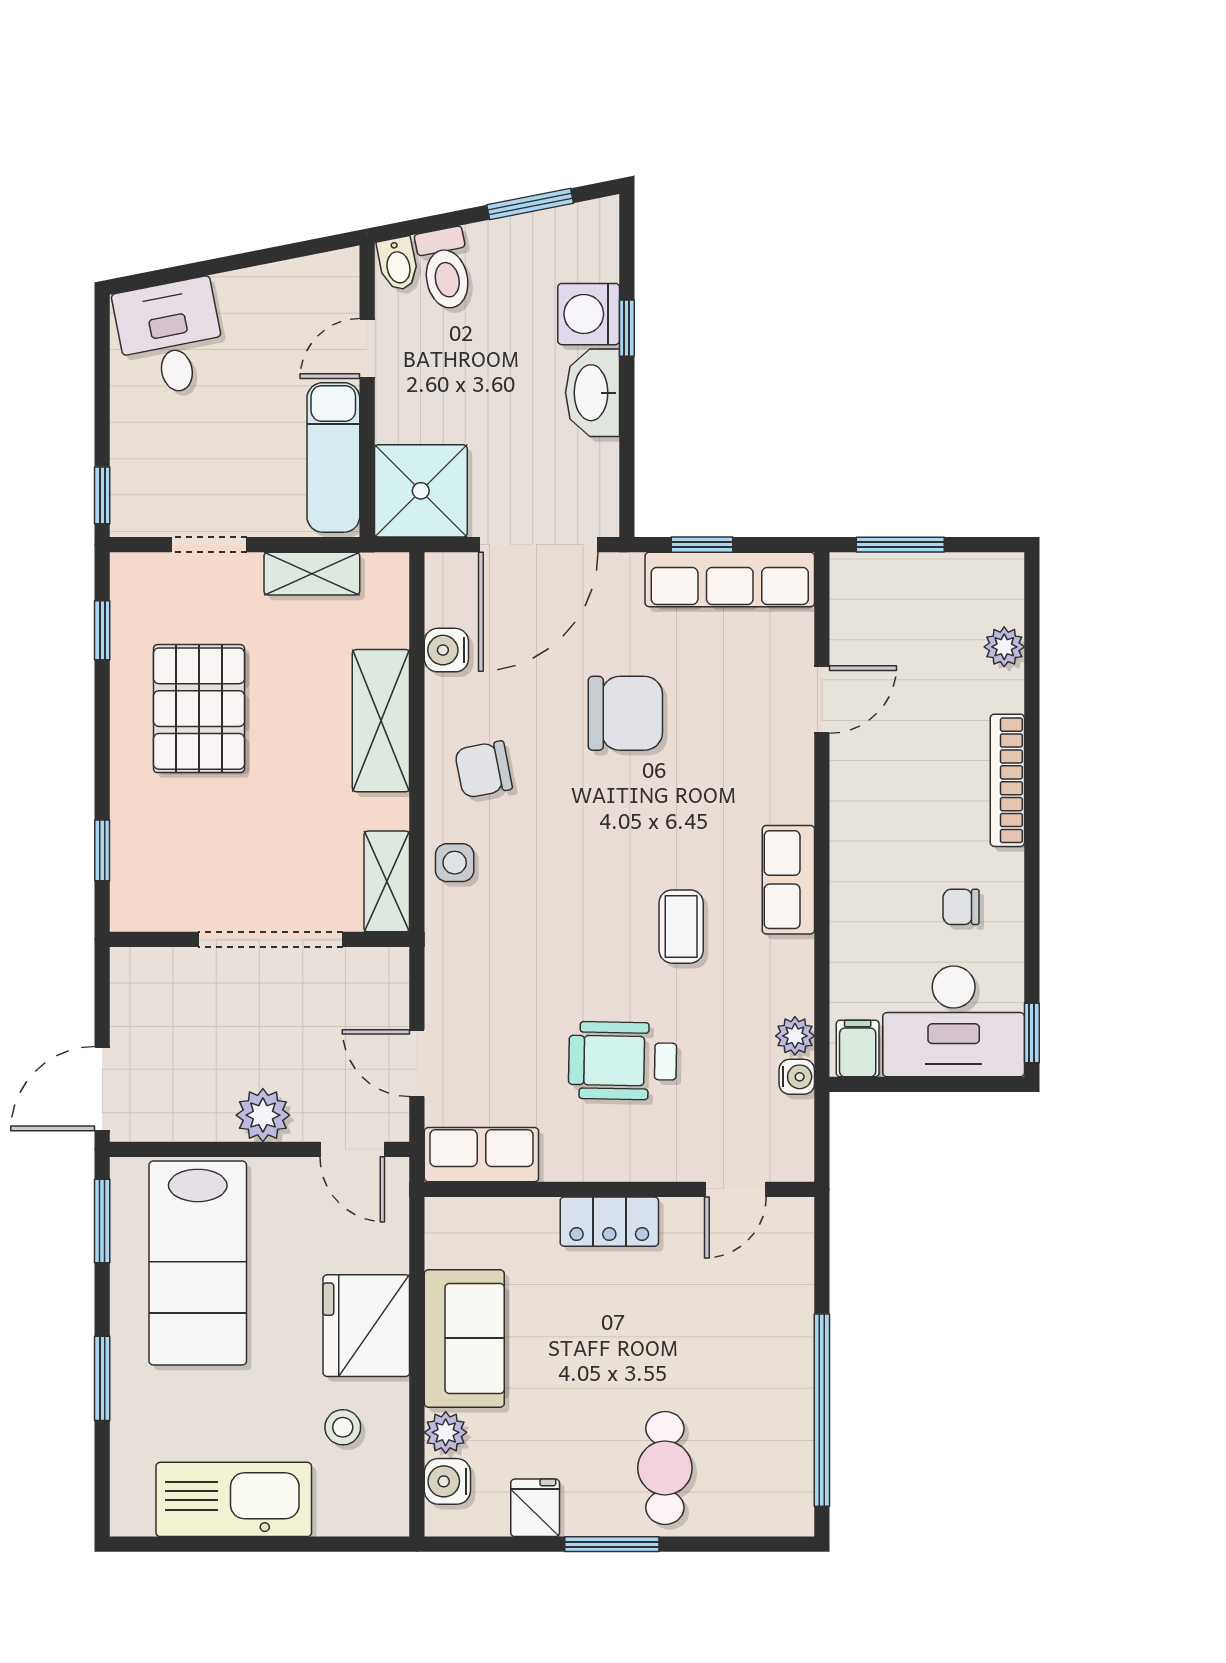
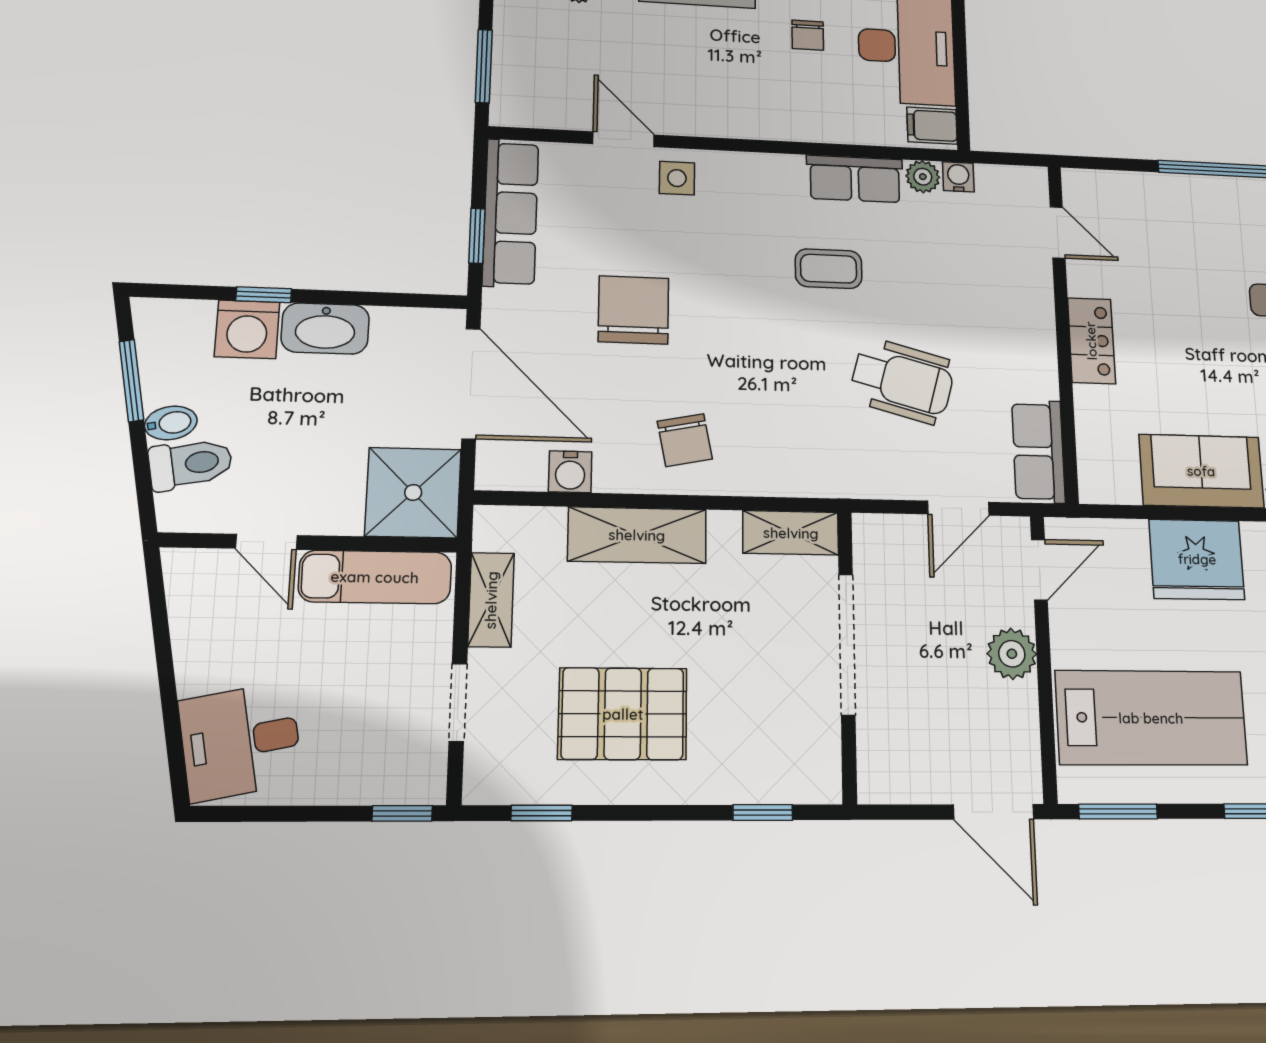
bidet: (398, 264) -> (171, 423), moved
side table: (455, 863) -> (677, 178), moved
row of seats: (788, 880) -> (855, 179), moved
wheelchair: (623, 1061) -> (902, 381), moved, turned -76

